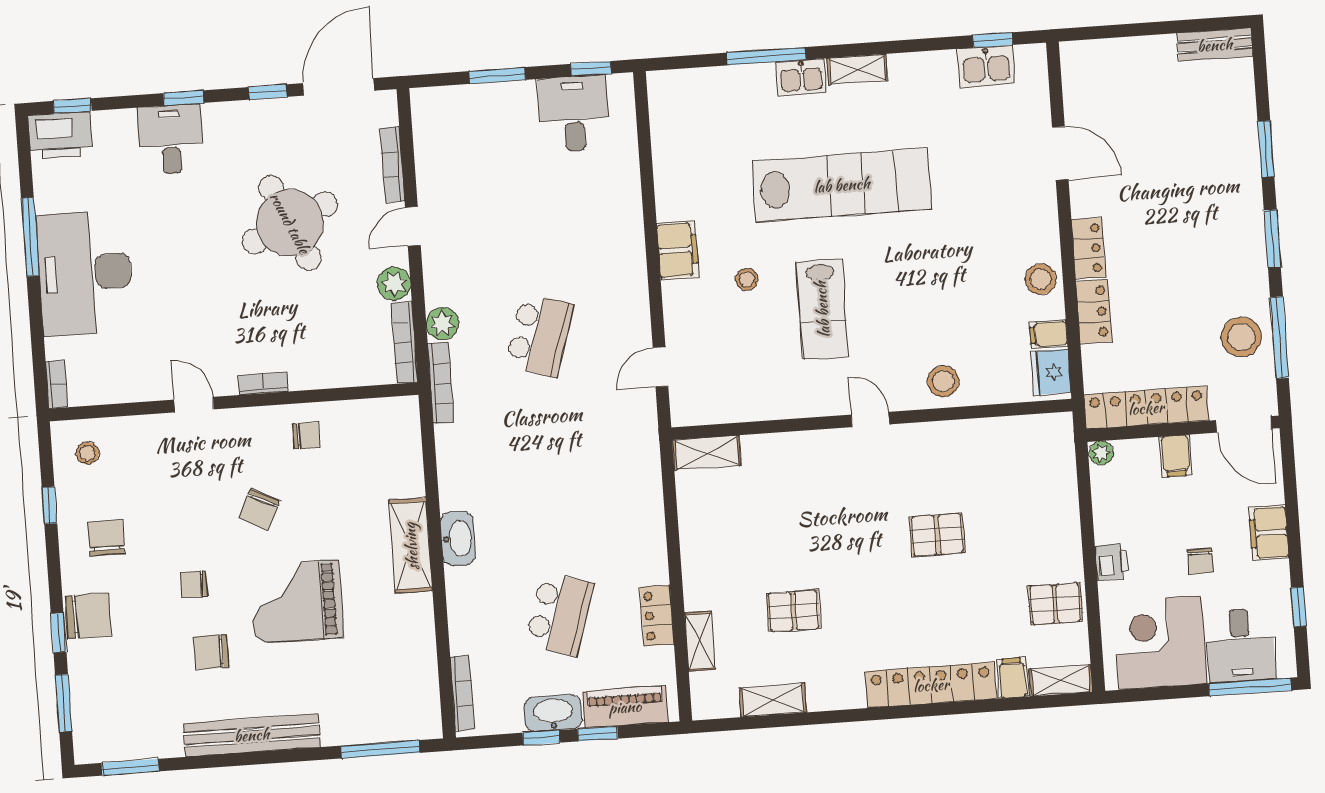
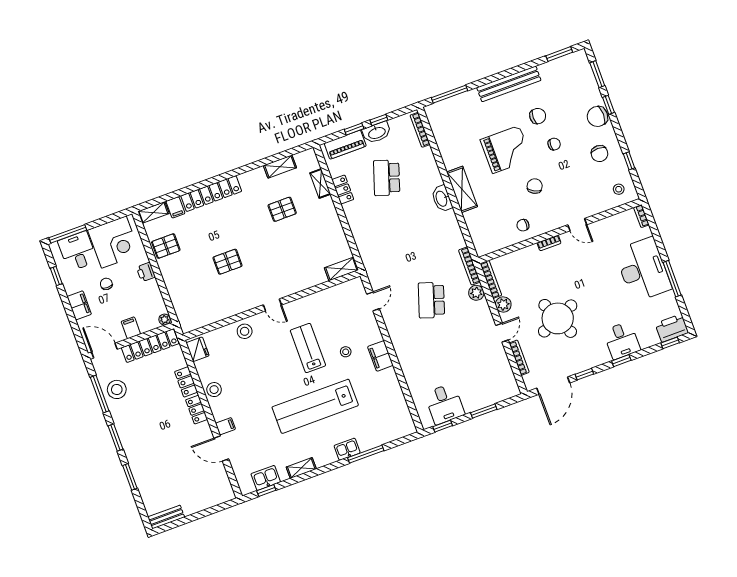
shelving: (857, 69) -> (301, 468), moved
filing cabinet: (1049, 334) -> (225, 426), moved

